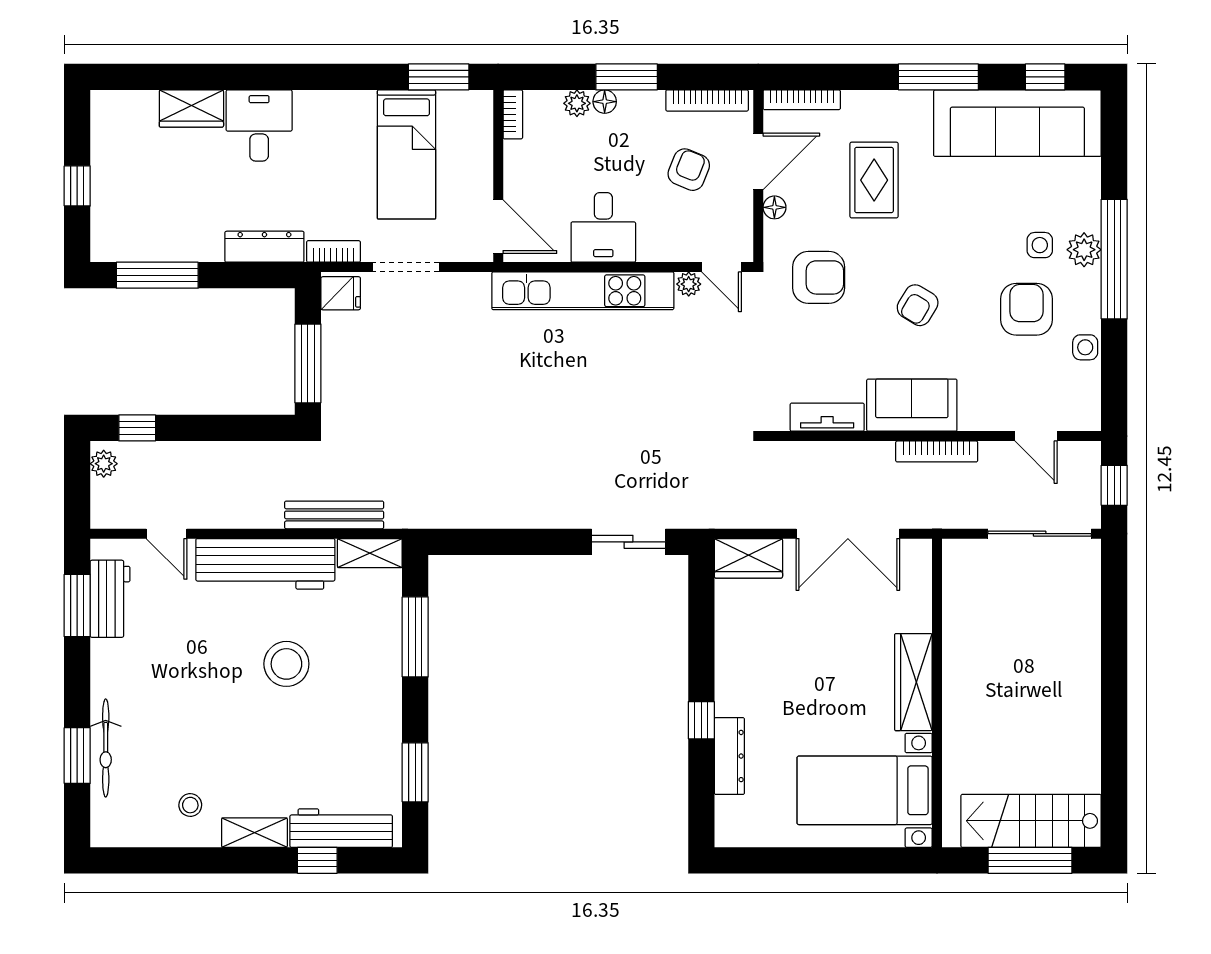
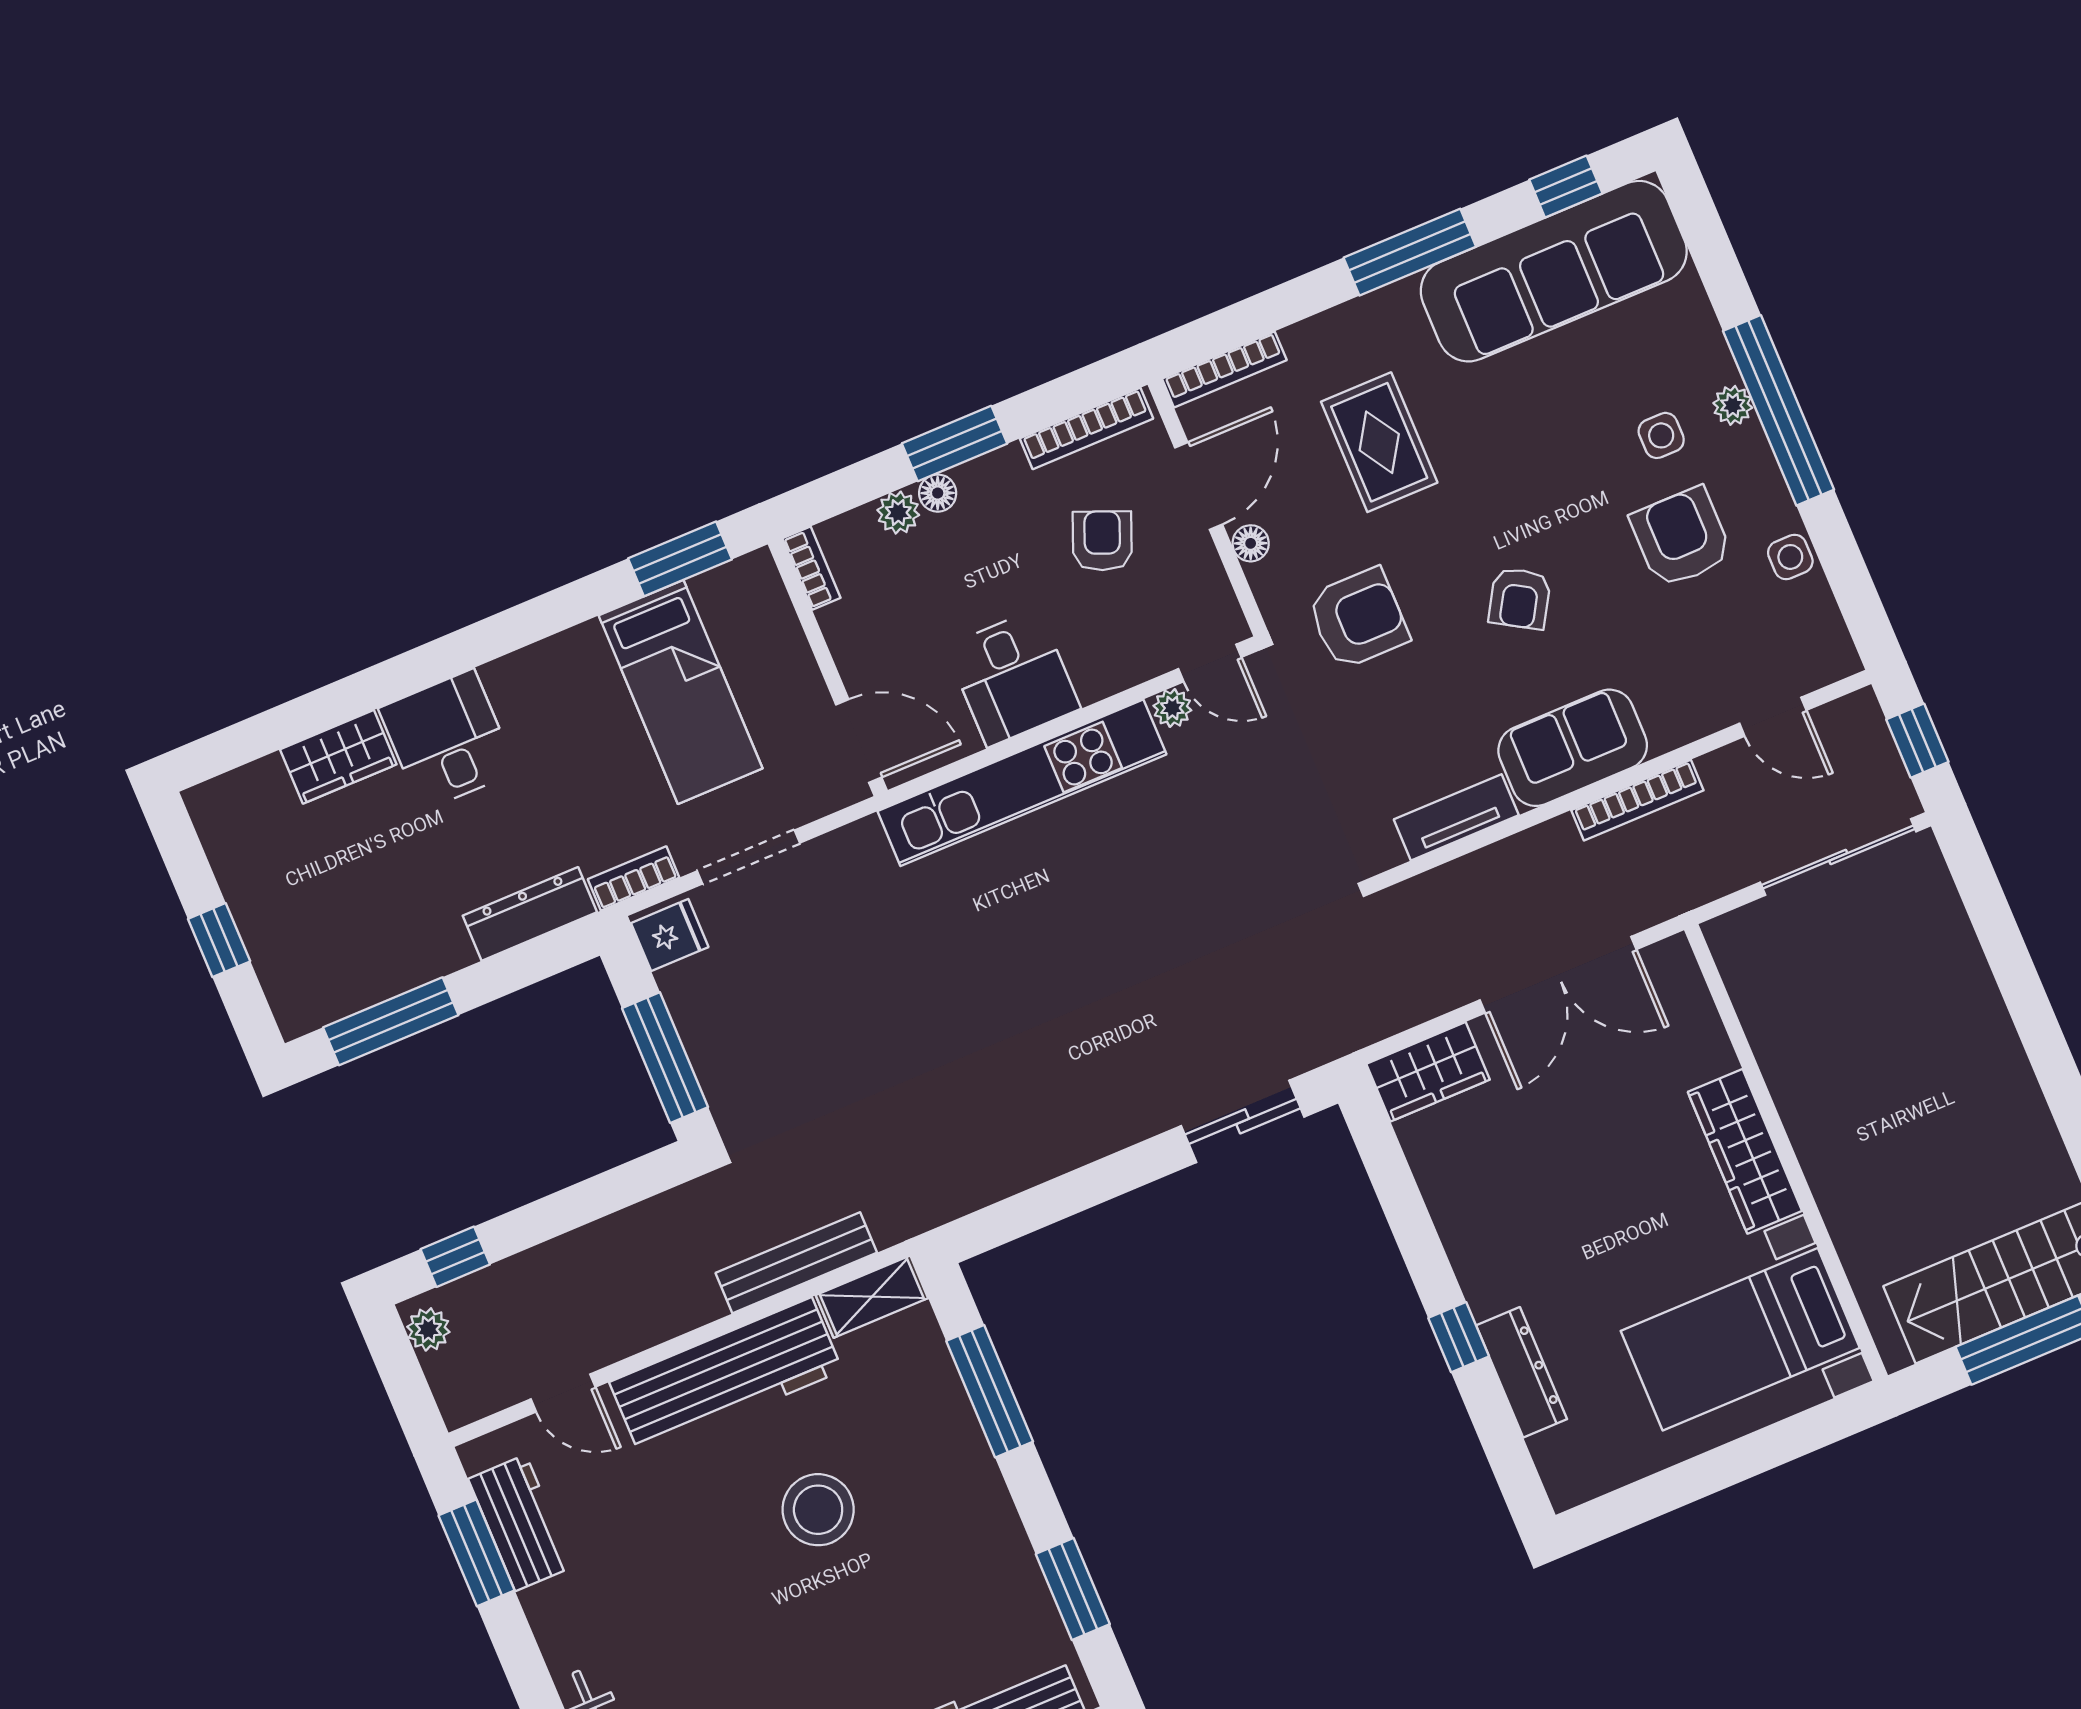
plant: (1084, 250) -> (1733, 405), width x0.73, depth x0.73

